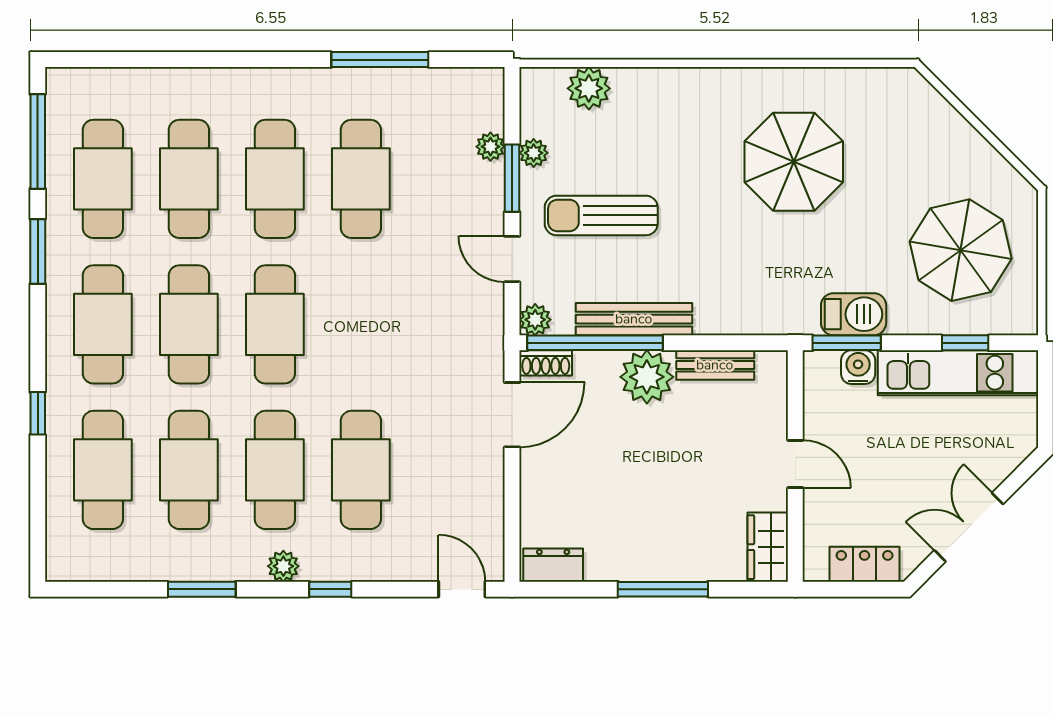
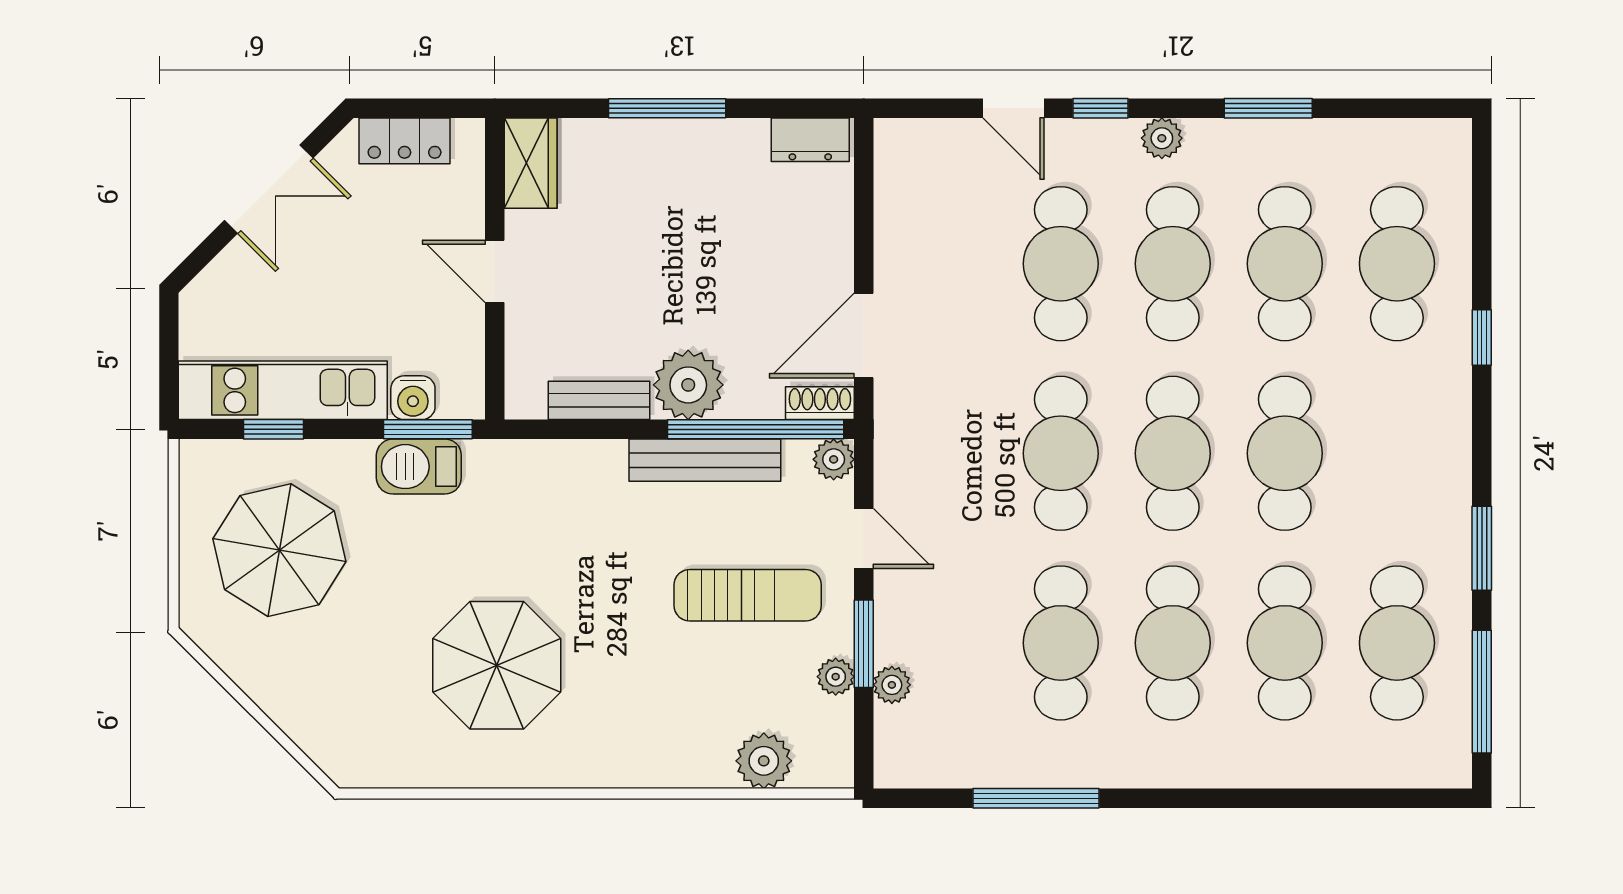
cafe table: (103, 324) -> (1061, 453), moved
door: (462, 589) -> (1014, 108), moved

